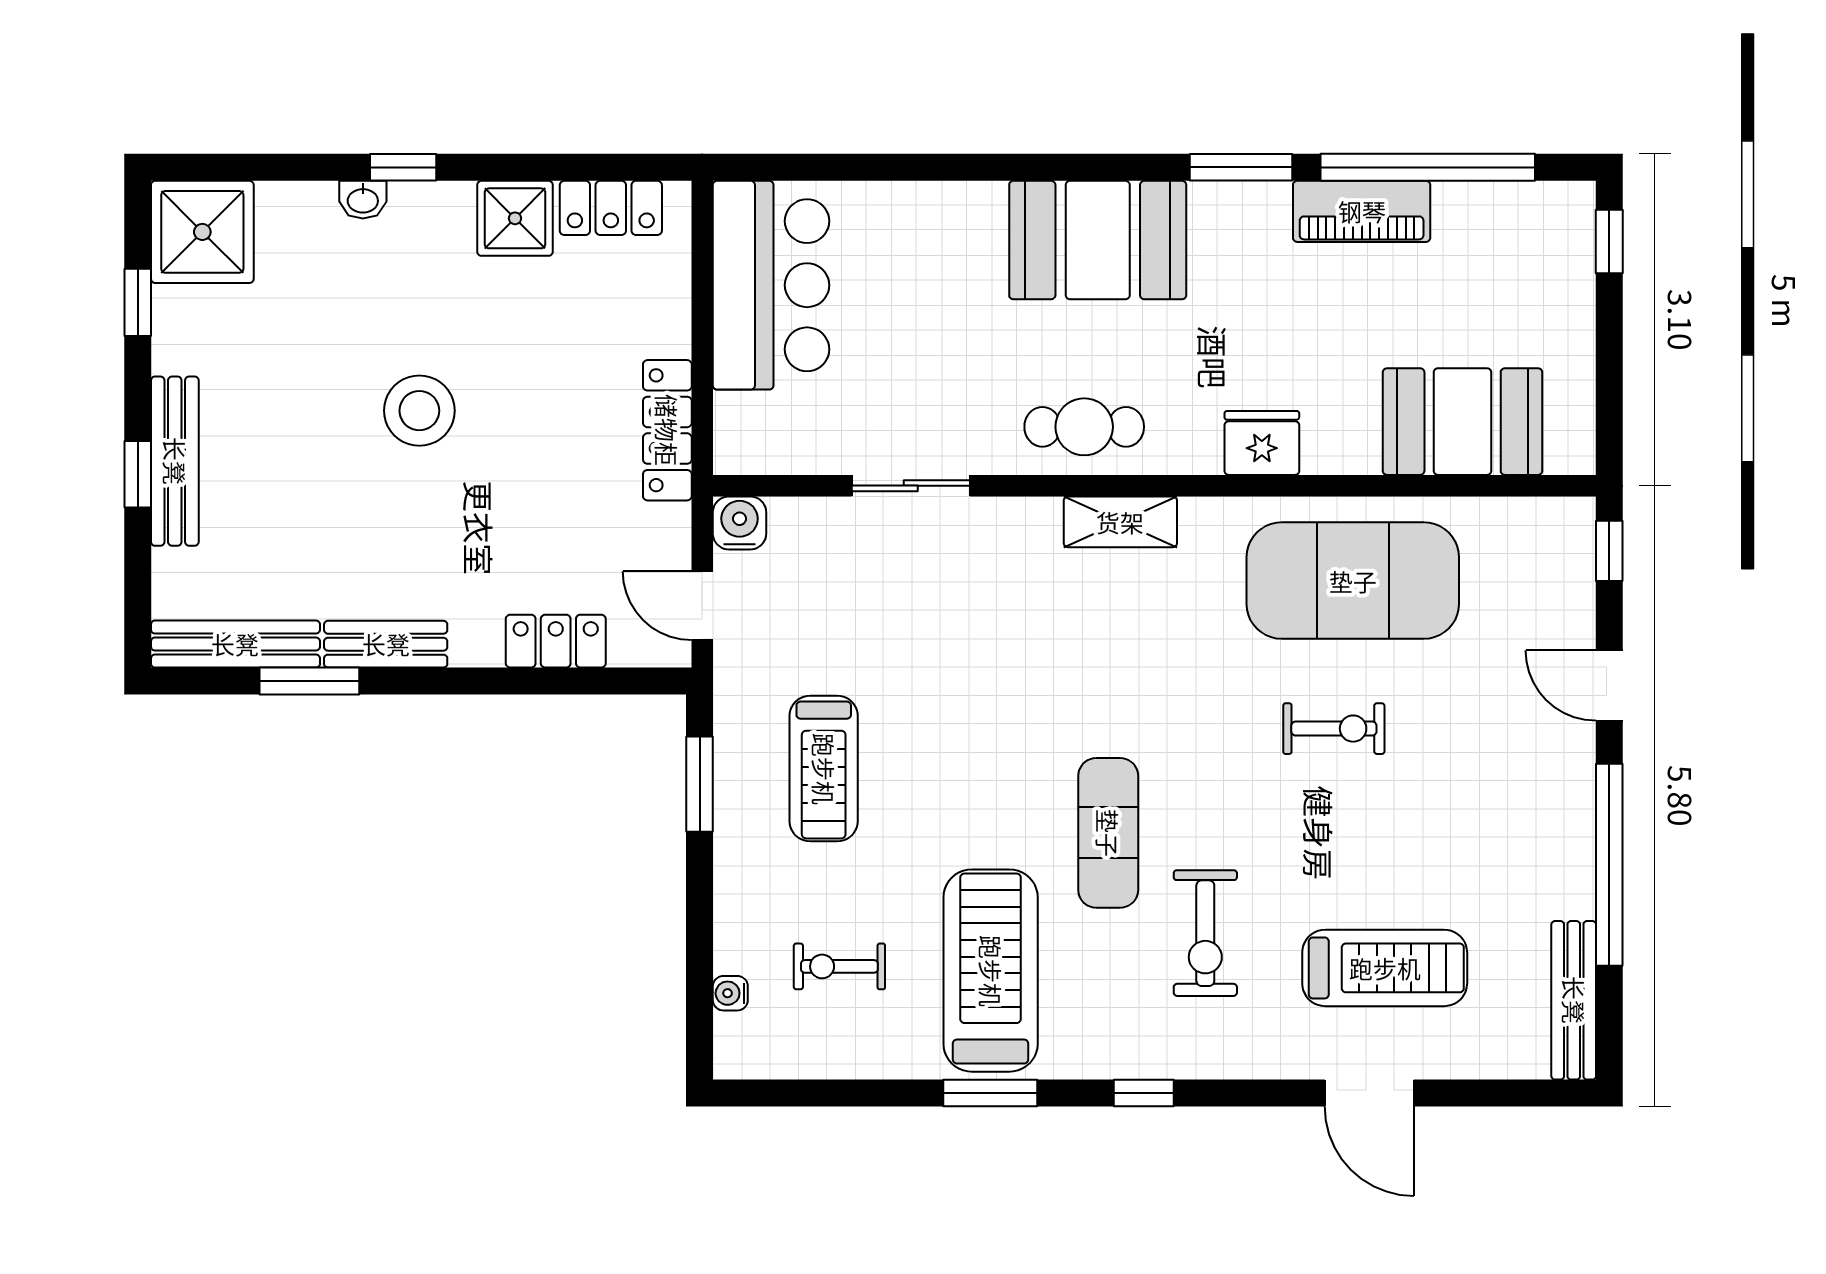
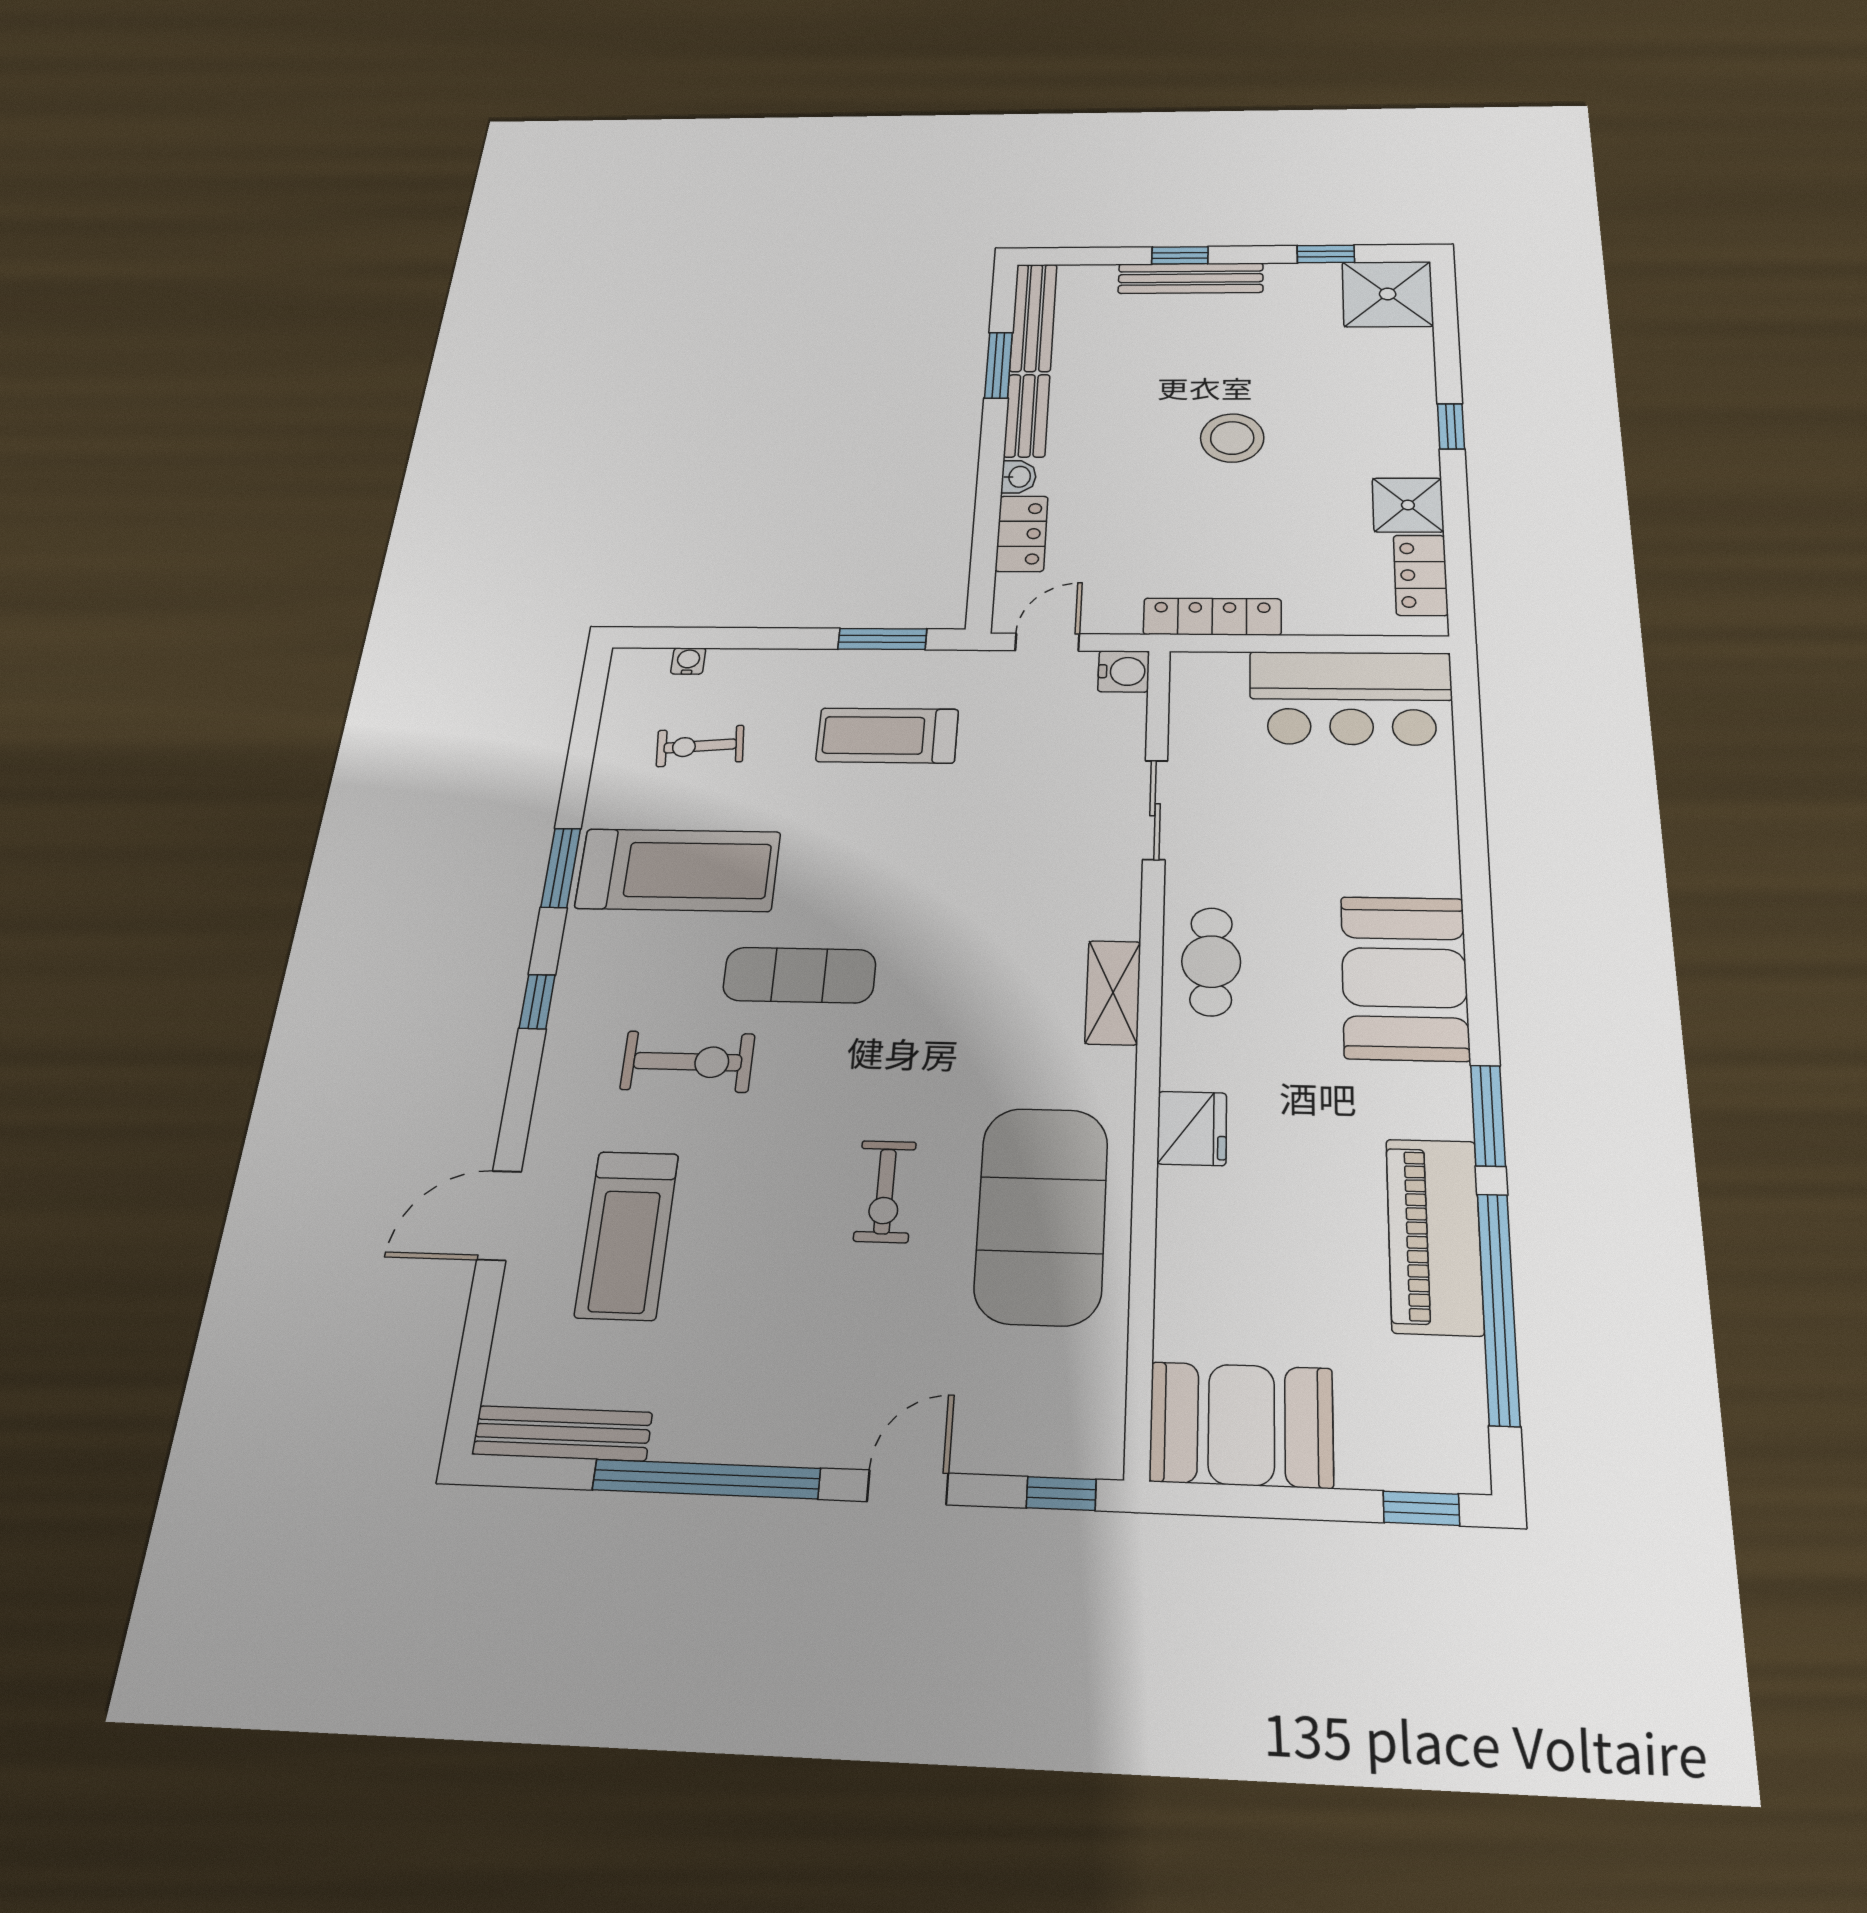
washbasin: (363, 200) -> (1019, 477), moved, turned 180
piano: (1362, 211) -> (1434, 1236), width x1.37, depth x1.33
booth: (1463, 422) -> (1241, 1425), moved, turned 90
exercise bike: (1205, 933) -> (688, 1062), turned 180
exercise bike: (839, 966) -> (700, 746), turned -95

